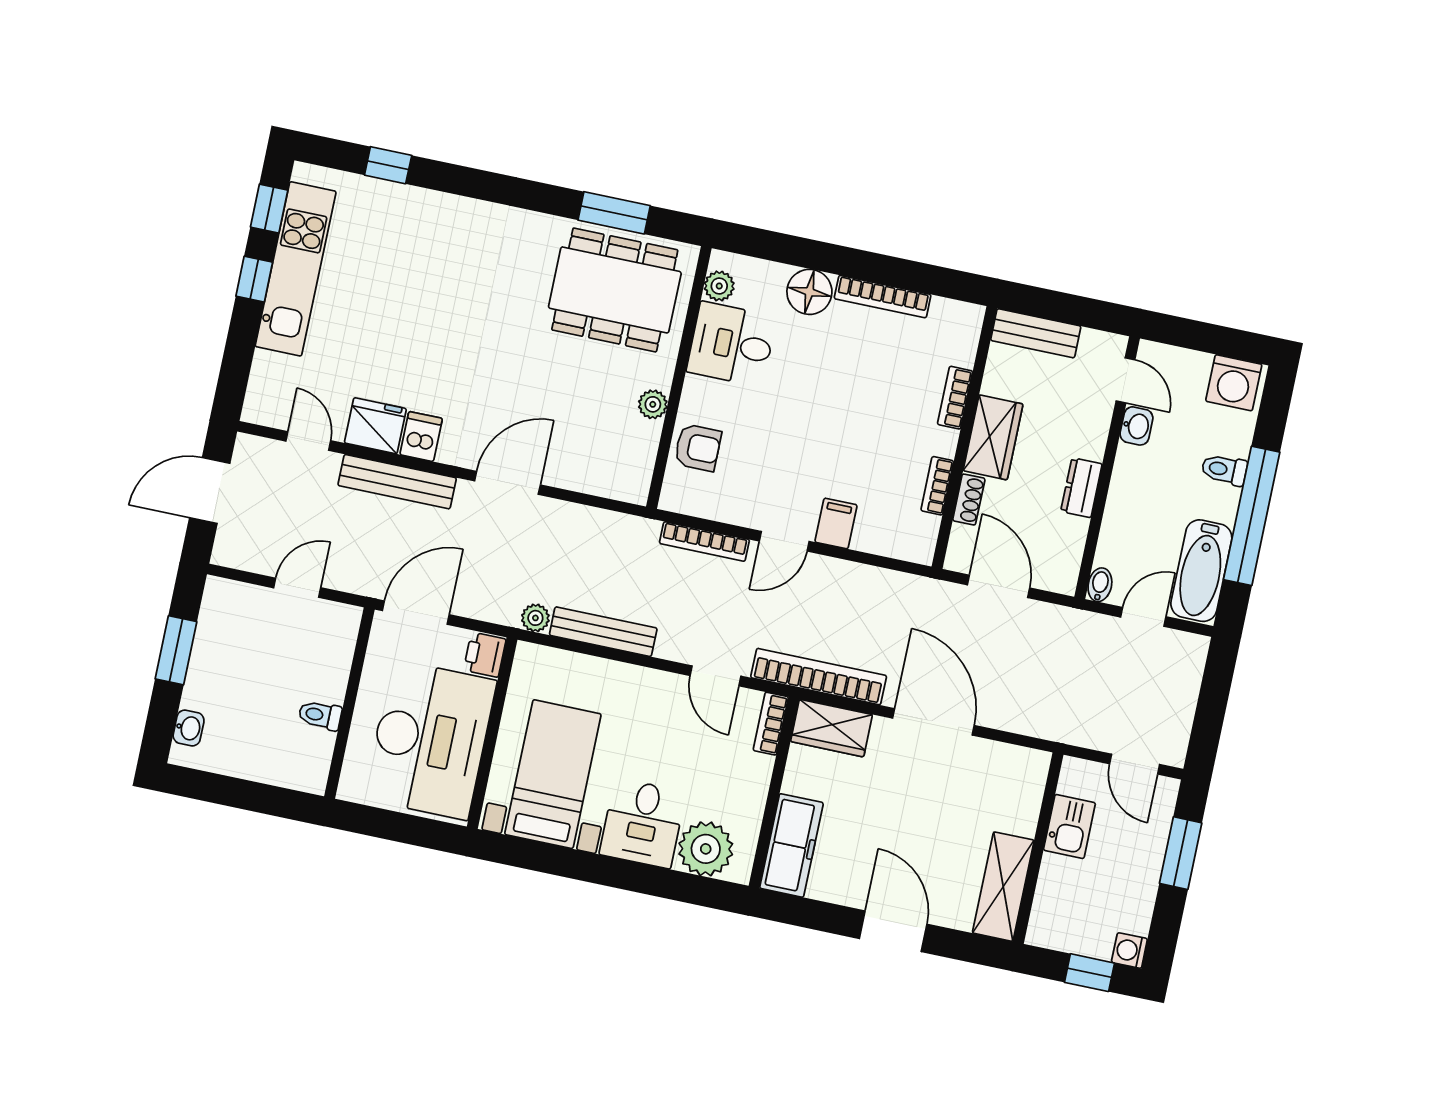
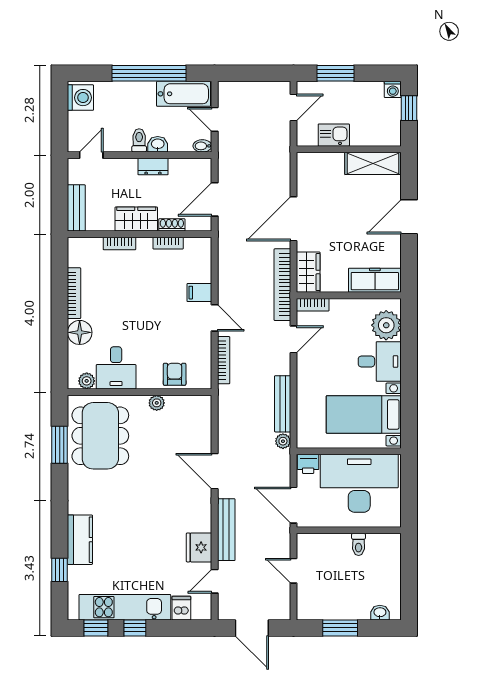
kitchen counter: (435, 213) -> (80, 540), added
washbasin: (1136, 426) -> (158, 144), moved
dishwasher: (421, 437) -> (181, 608), moved, turned 90
toilet: (1224, 470) -> (139, 140), moved, turned 180

